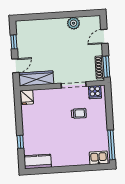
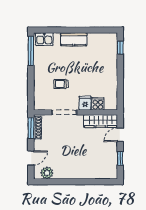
plant: (74, 23) -> (47, 173), moved
cooker: (95, 92) -> (98, 104), moved
fridge: (27, 97) -> (85, 103), moved
window: (20, 142) -> (120, 47), moved
kitchen counter: (38, 162) -> (74, 39), moved

